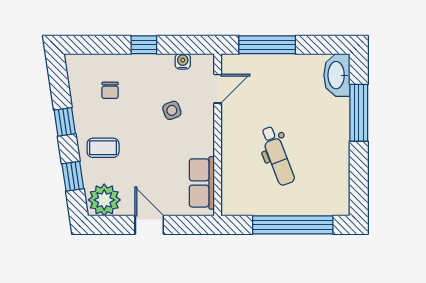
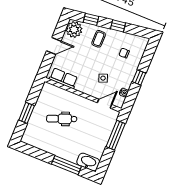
door: (218, 89) -> (105, 104), swing flipped
window: (293, 225) -> (27, 113), width x0.47

